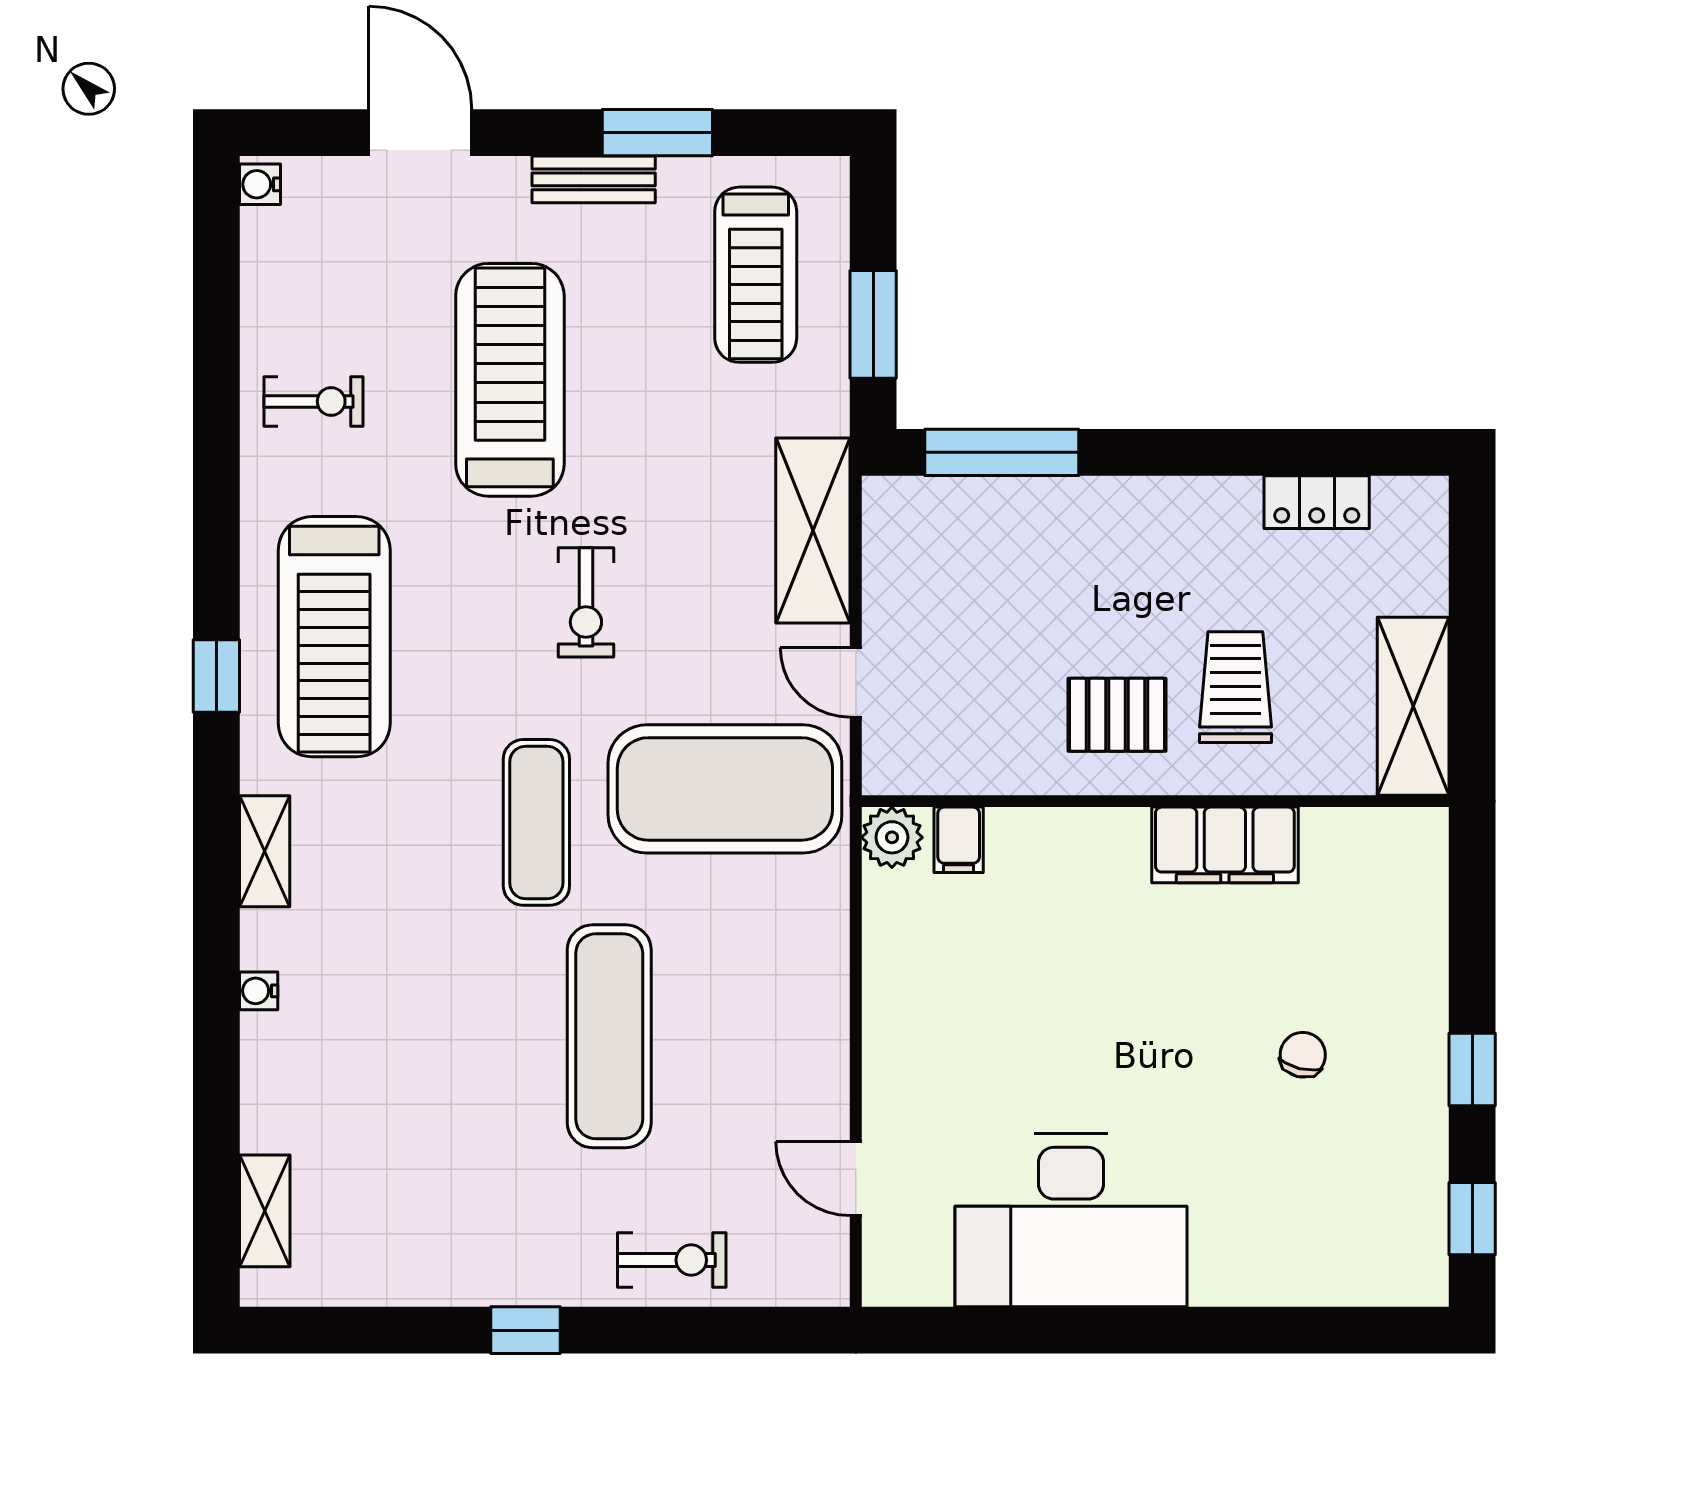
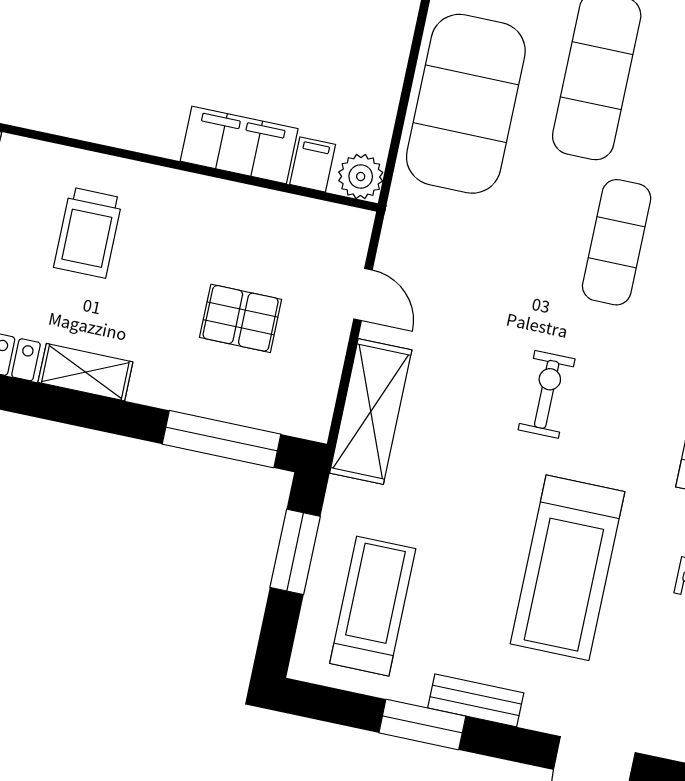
shelving: (1200, 502) -> (85, 372), added
pallet: (1117, 715) -> (241, 318), moved
exercise mat: (725, 789) -> (466, 104), moved, turned 90
filing cabinet: (1225, 845) -> (239, 145), moved

